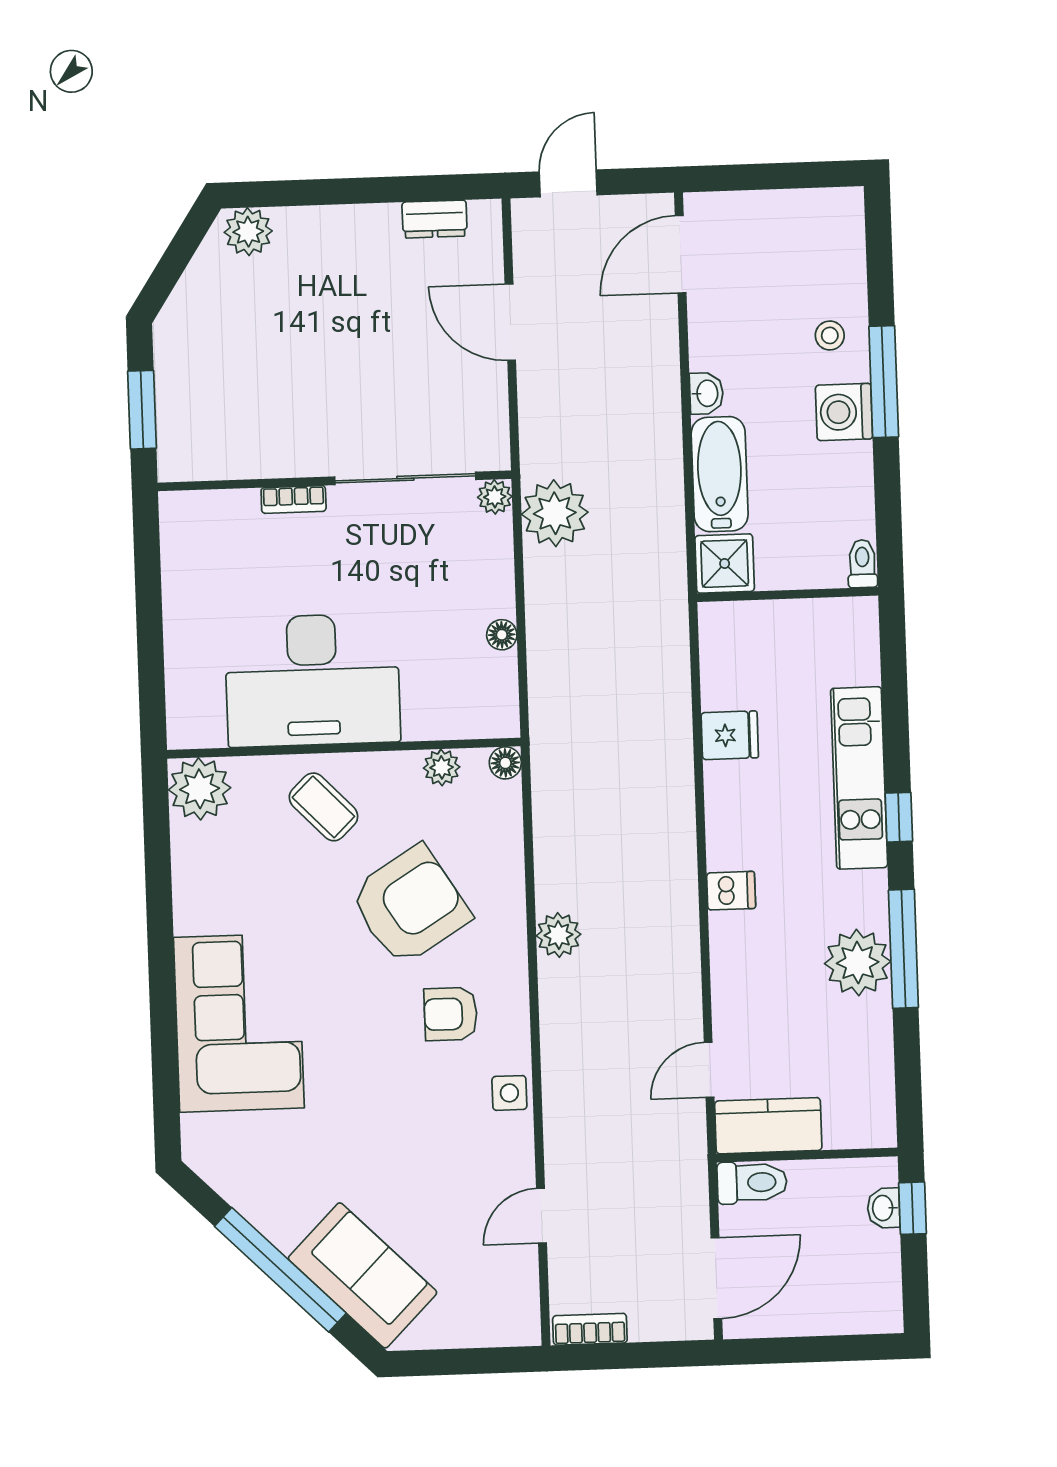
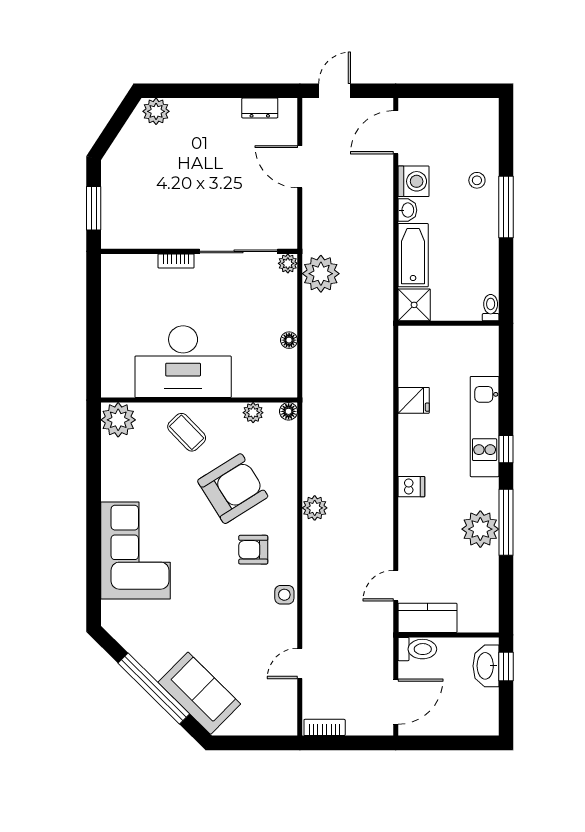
washing machine: (844, 412) -> (414, 181), moved, turned 180
washbasin: (884, 1208) -> (486, 666), width x1.91, depth x1.45

